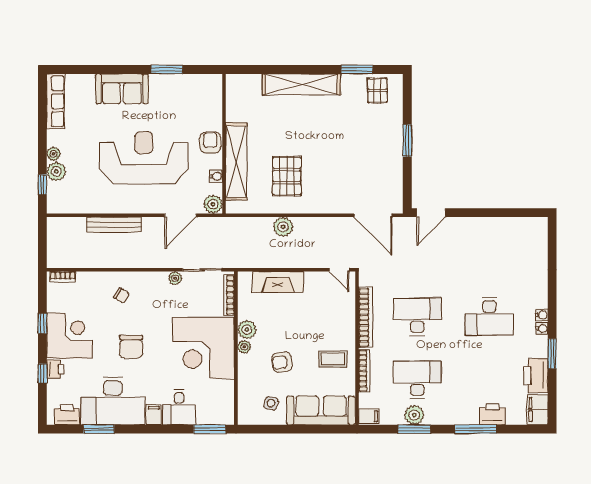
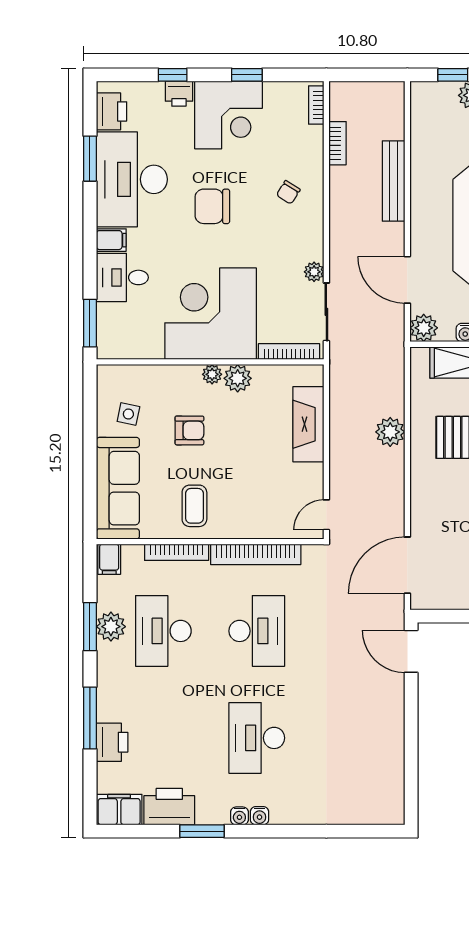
bookcase: (88, 262) -> (338, 143), added
armchair: (282, 362) -> (189, 430), turned 99
desk: (417, 380) -> (163, 631), turned 180

